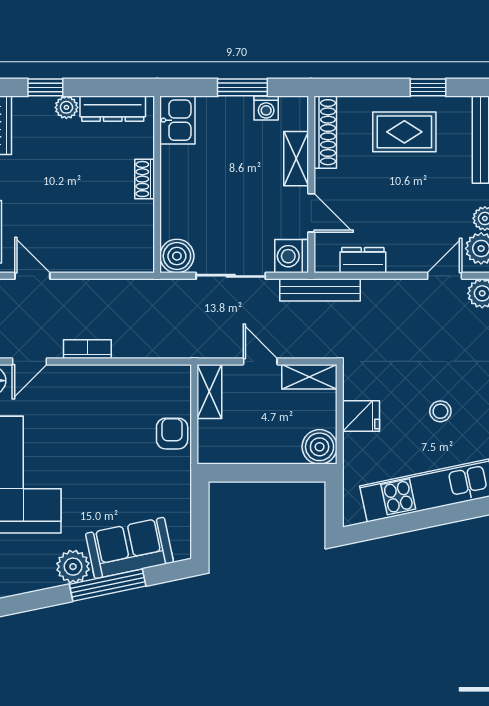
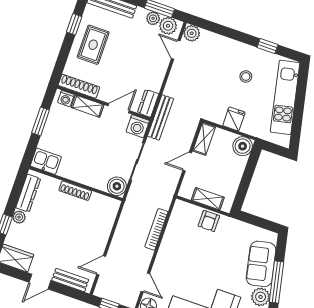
washing machine: (266, 108) -> (66, 99), moved, turned 90
shoe rack: (145, 179) -> (75, 191), width x1.43
dresser: (363, 260) -> (148, 103), moved
bookcase: (87, 349) -> (156, 229), moved, width x1.56
shelving: (209, 392) -> (208, 199), moved
armchair: (172, 434) -> (209, 221), turned -90

